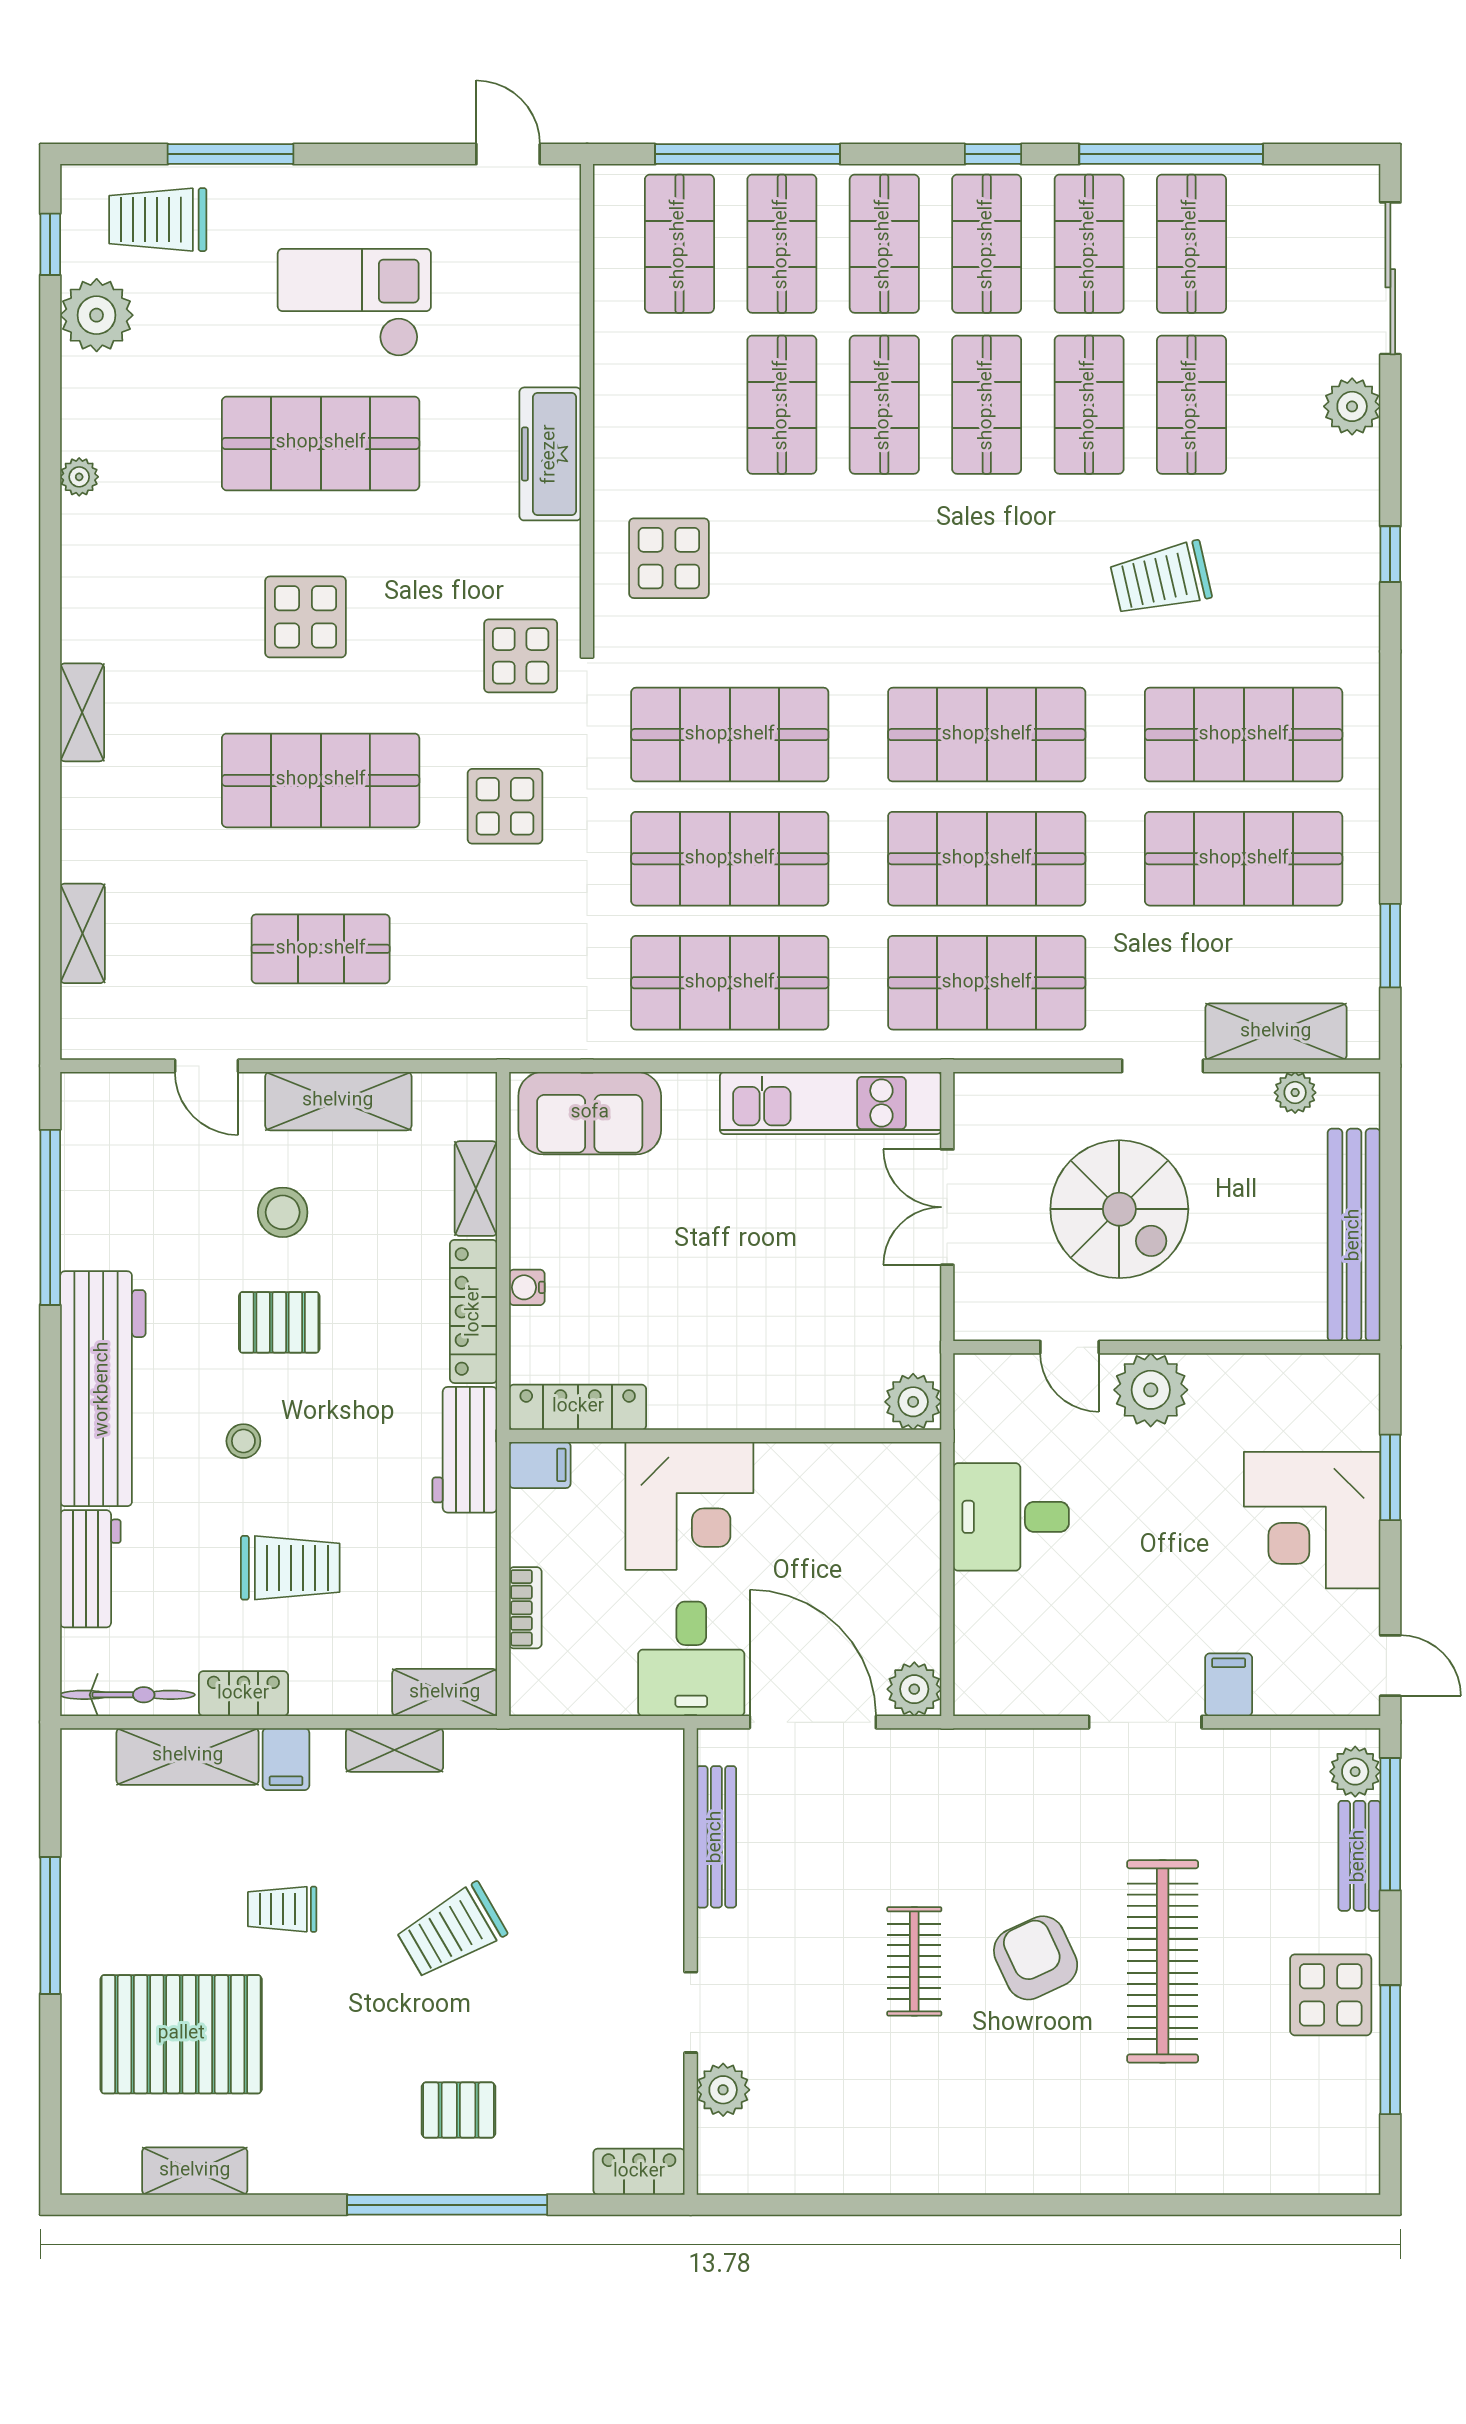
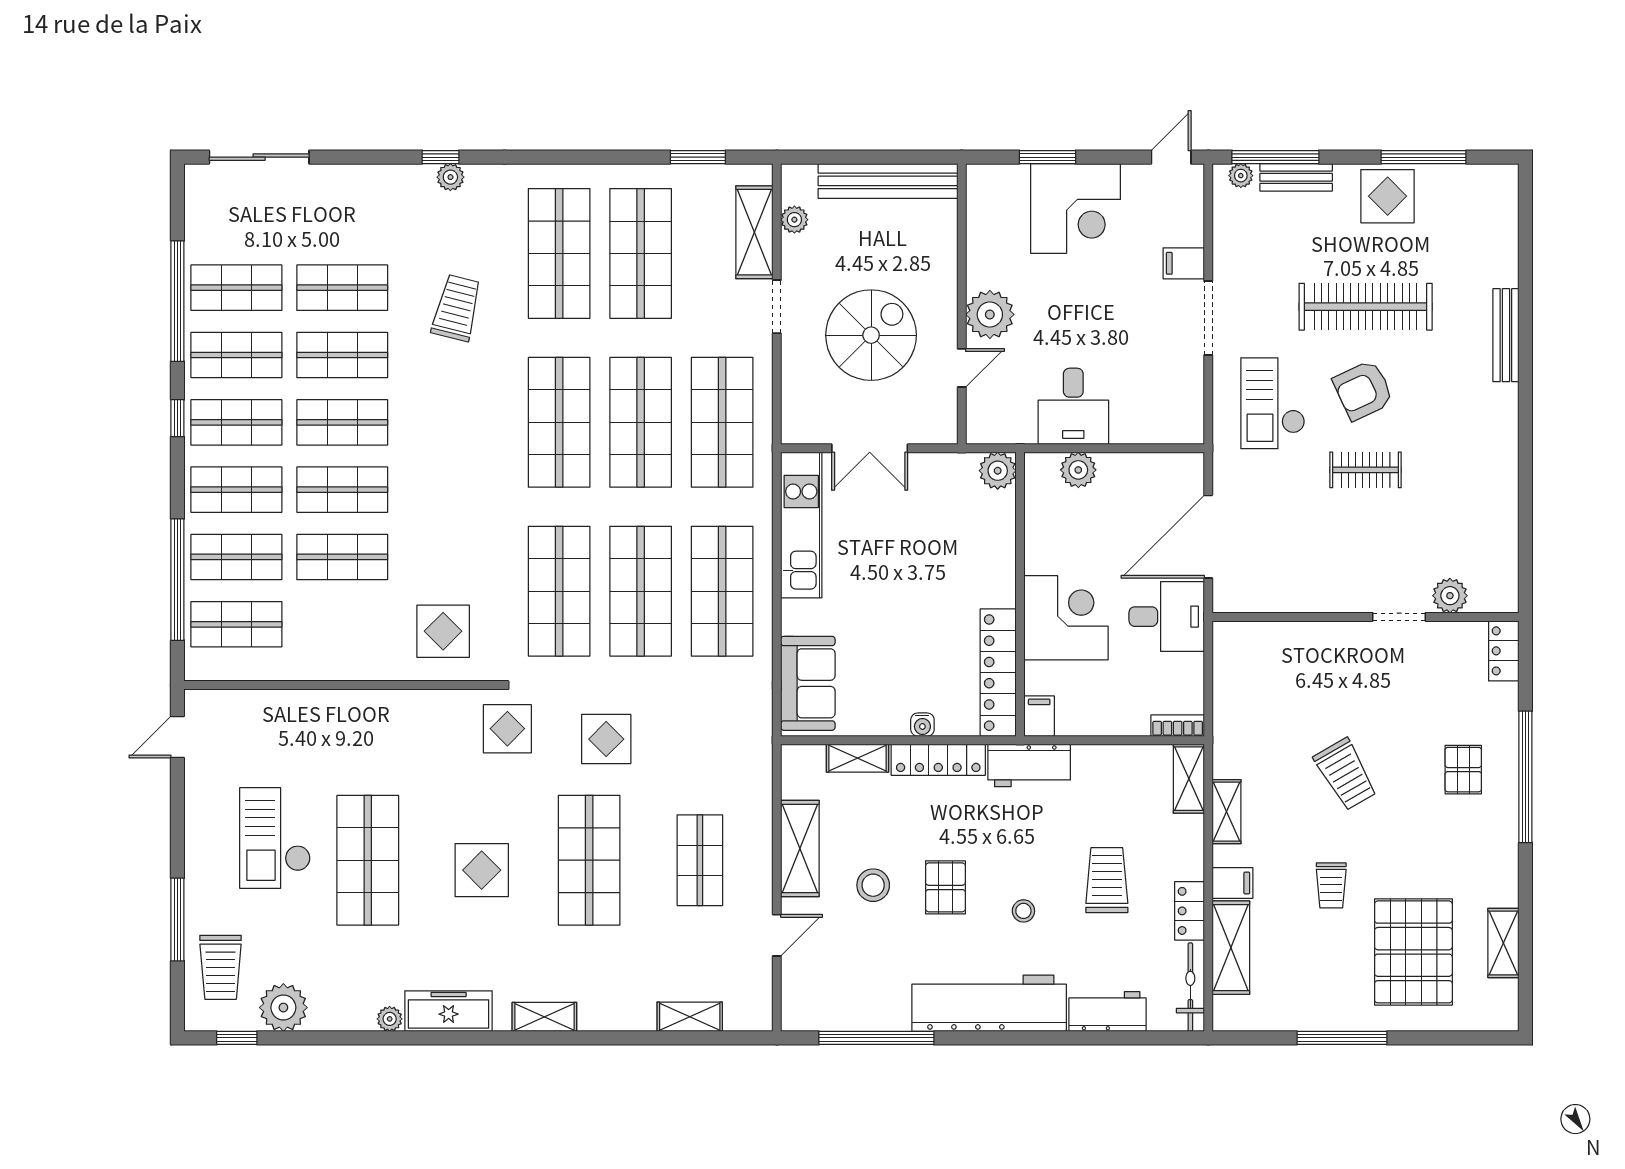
plant: (1352, 406) -> (450, 177), moved, width x0.73, depth x0.73
freezer: (550, 454) -> (449, 1011), moved, turned 180
trolley: (1161, 579) -> (457, 308), turned -153
locker: (578, 1407) -> (998, 673), width x1.41, depth x1.21
bookcase: (525, 1608) -> (1178, 726), moved
plant: (914, 1689) -> (1078, 470), moved
plant: (1355, 1772) -> (1241, 176), width x0.73, depth x0.73
checkout: (1016, 1820) -> (1273, 403), added
bench: (716, 1837) -> (1506, 335), moved, turned 90

